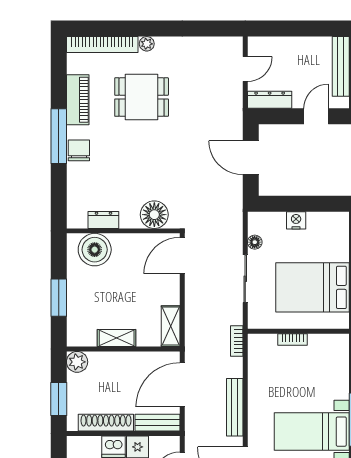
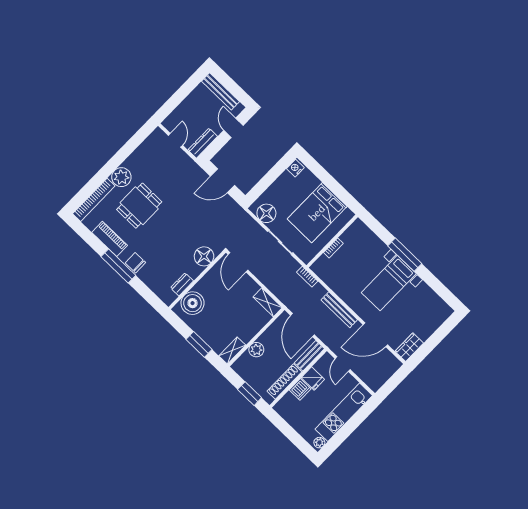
plant: (147, 44) -> (121, 177), width x1.87, depth x1.87
nightstand: (296, 220) -> (295, 168), moved
floor lamp: (255, 242) -> (266, 213), width x1.89, depth x1.89
shelving: (117, 338) -> (232, 351), moved
plant: (77, 362) -> (256, 350), moved

